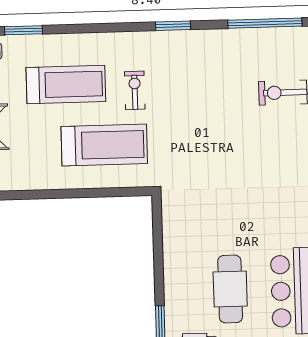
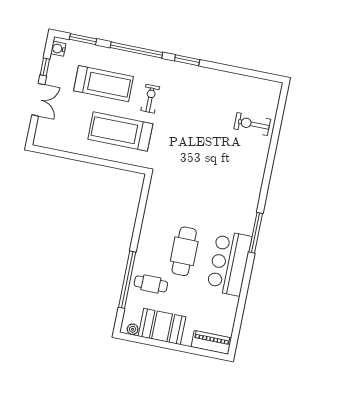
window: (265, 23) -> (136, 50), moved
treadmill: (104, 145) -> (120, 131), turned 180

